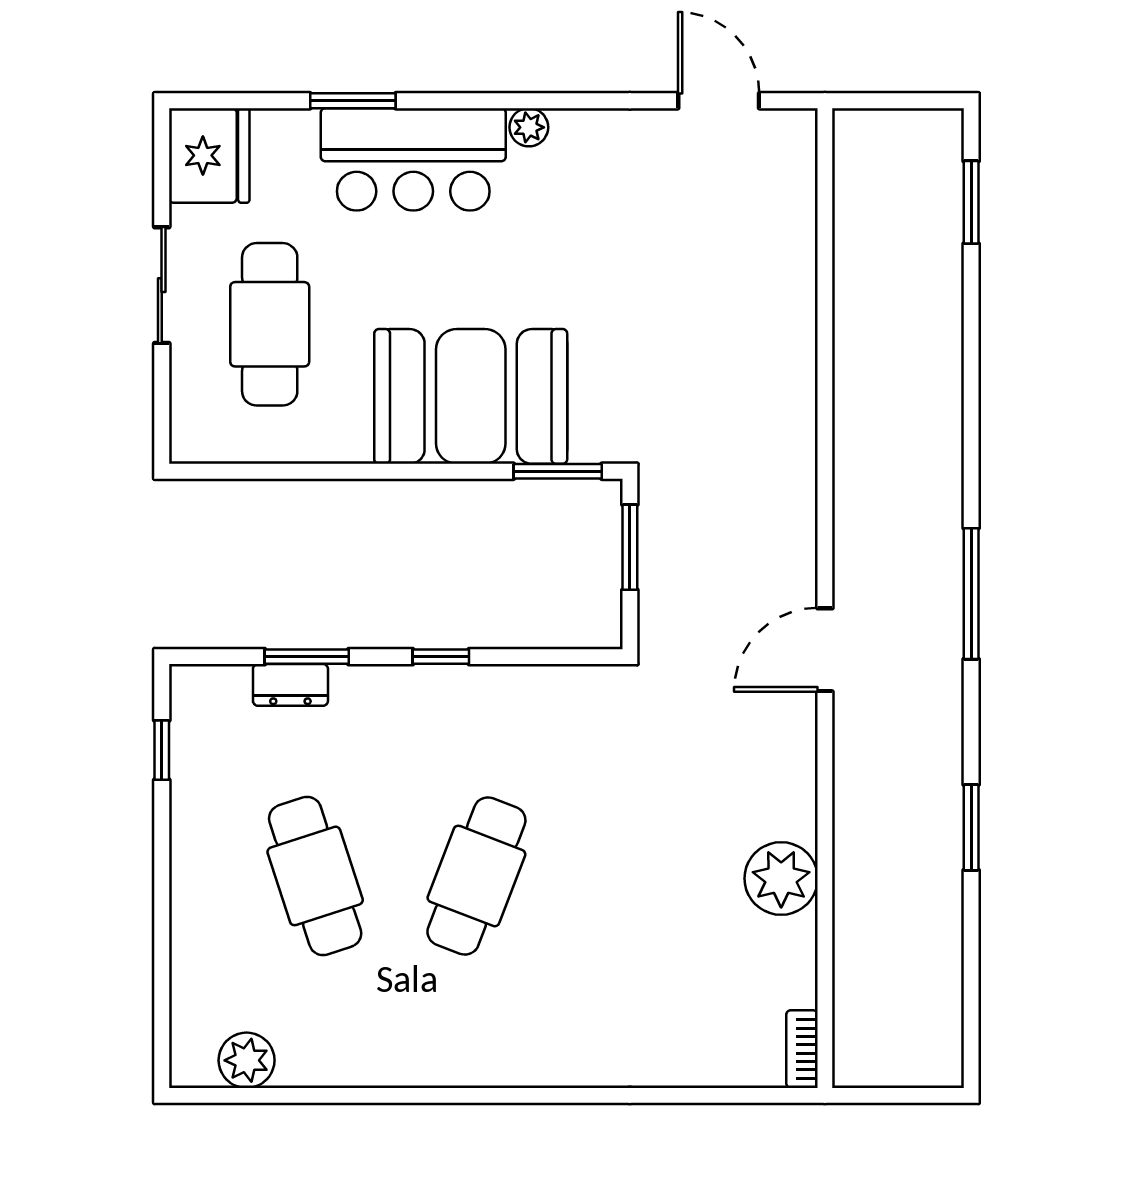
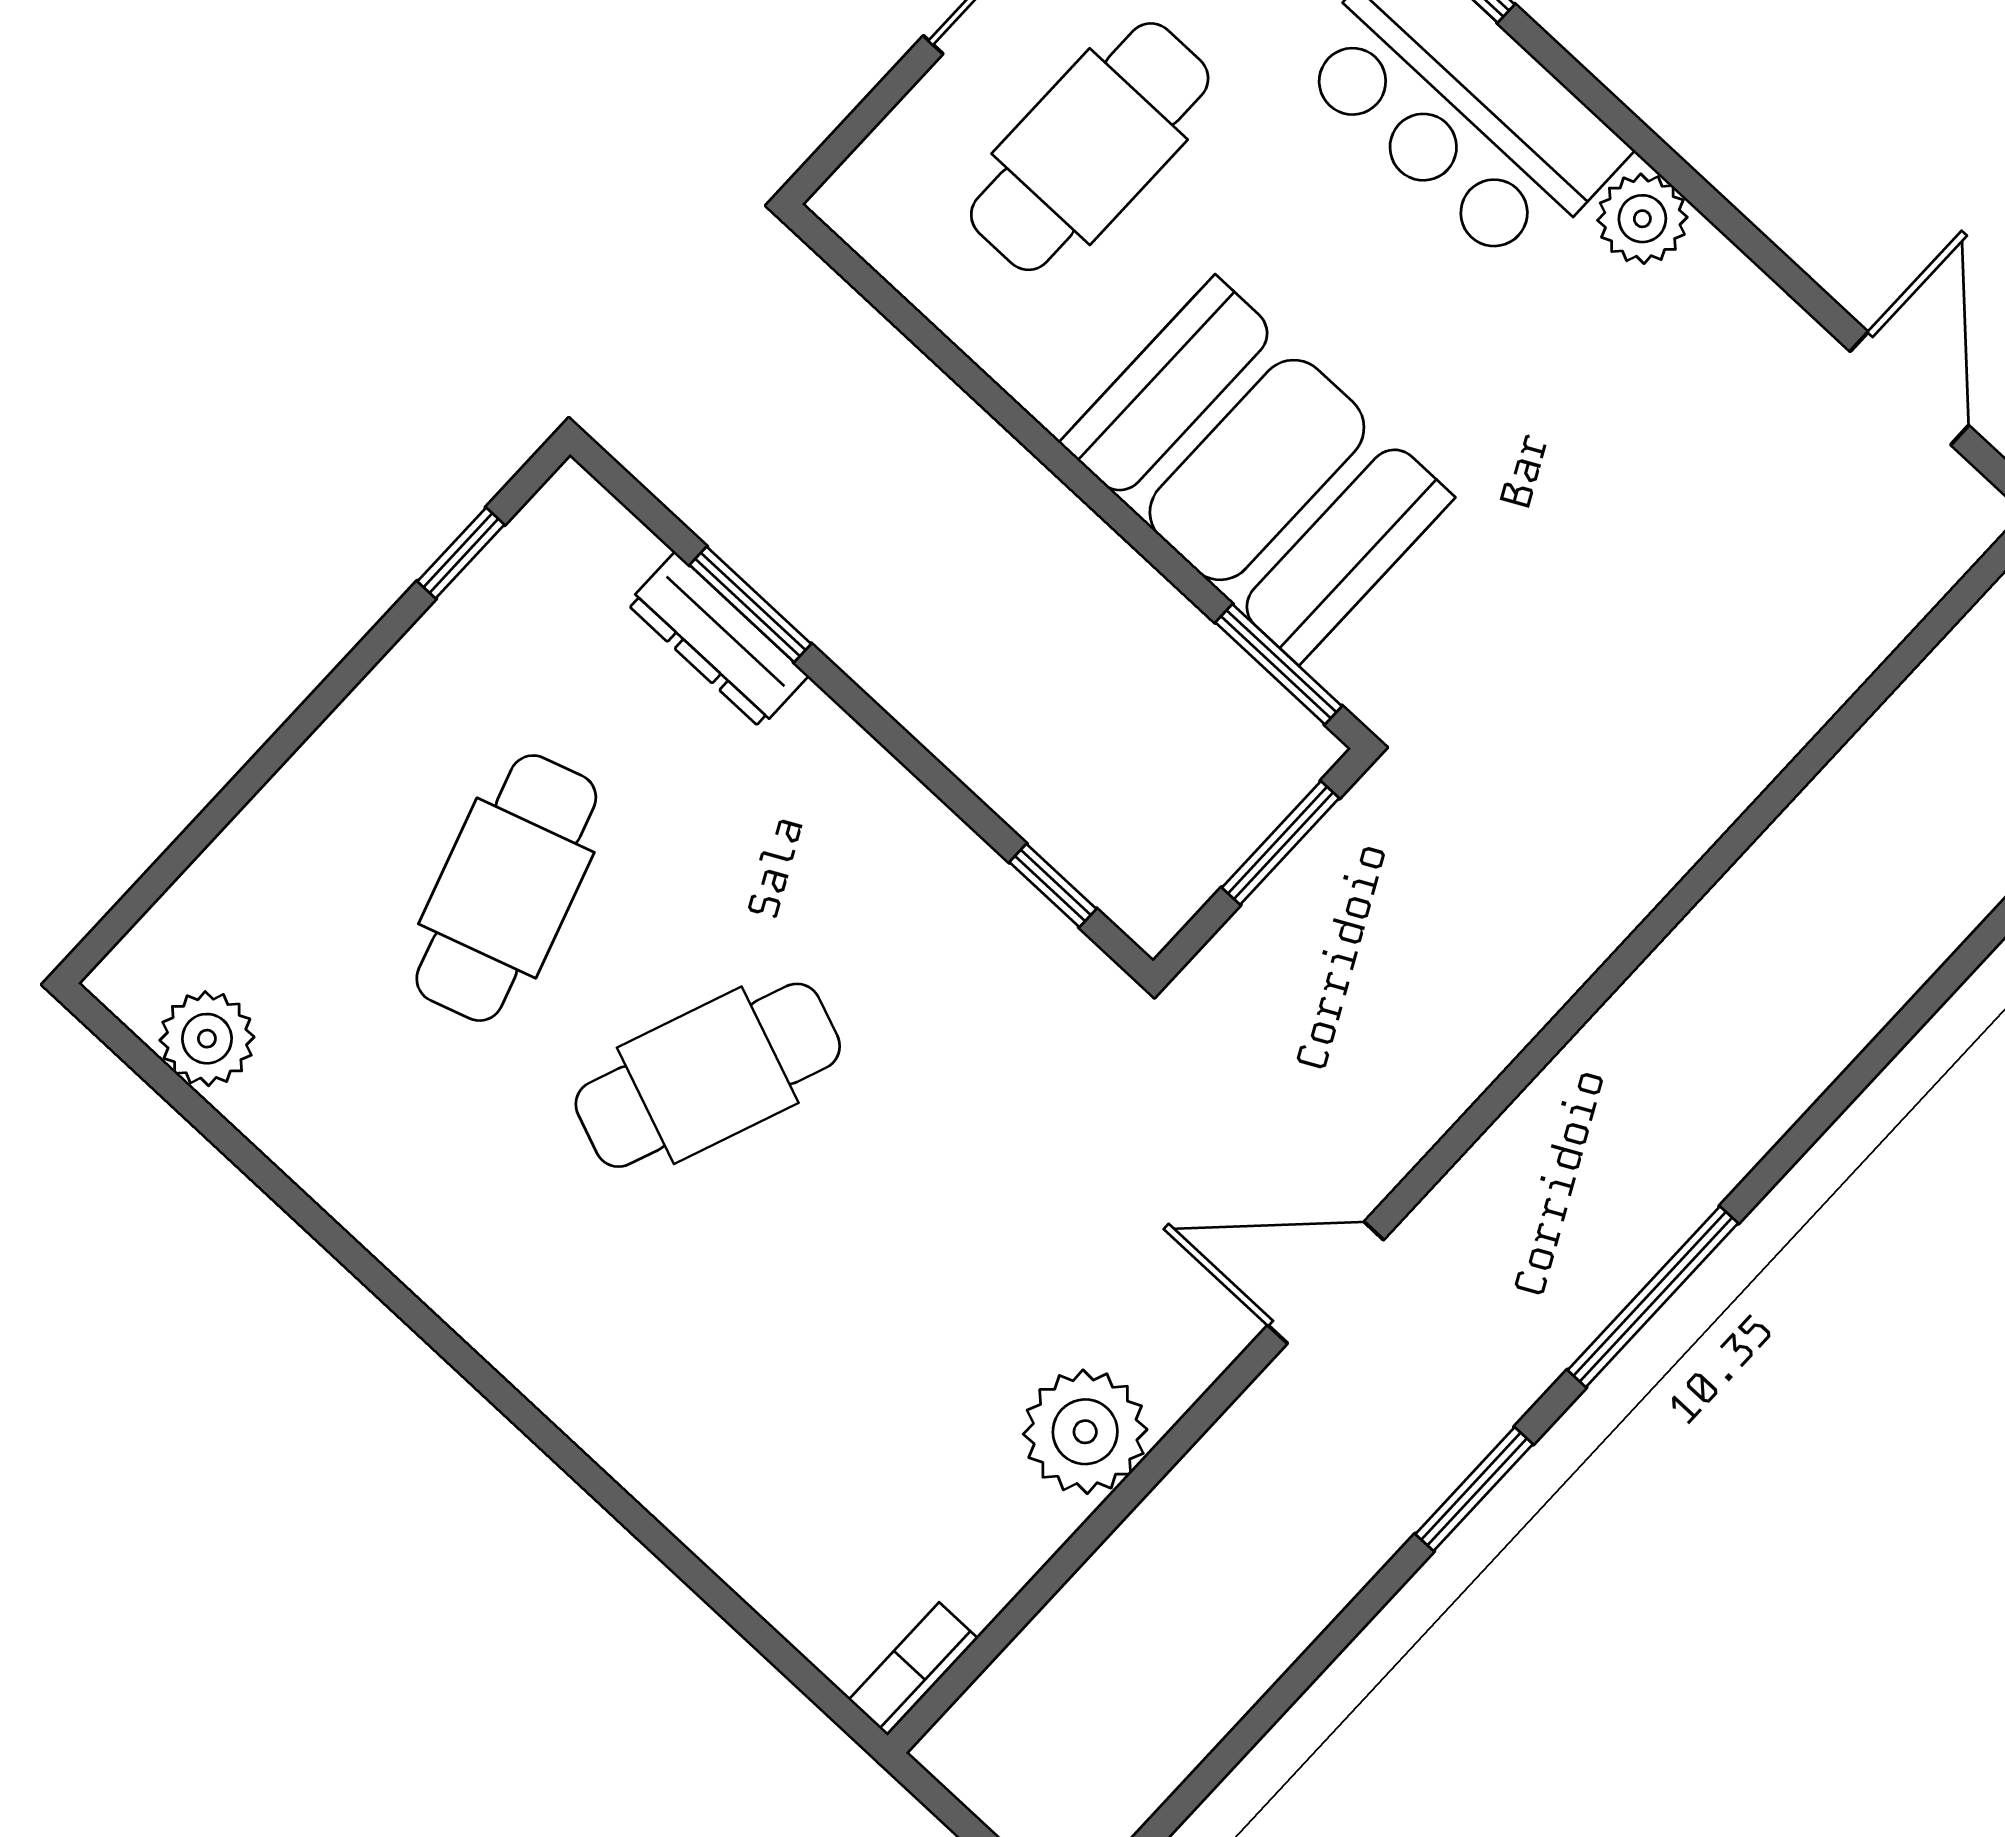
plant: (529, 127) -> (1642, 219), width x1.38, depth x1.38
door: (825, 650) -> (1326, 1283), moved
window: (441, 657) -> (1053, 886), moved
dresser: (290, 685) -> (718, 640), width x1.44
window: (971, 827) -> (1474, 1489), moved

